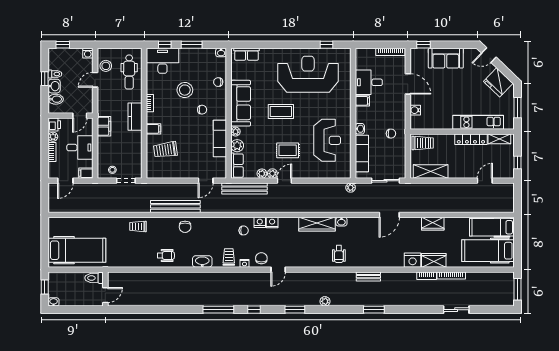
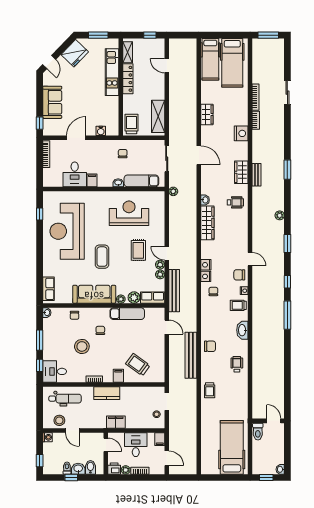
desk: (162, 61) -> (55, 371), width x0.73
trolley: (165, 150) -> (138, 365), turned 134
wardrobe: (434, 260) -> (241, 172), moved

